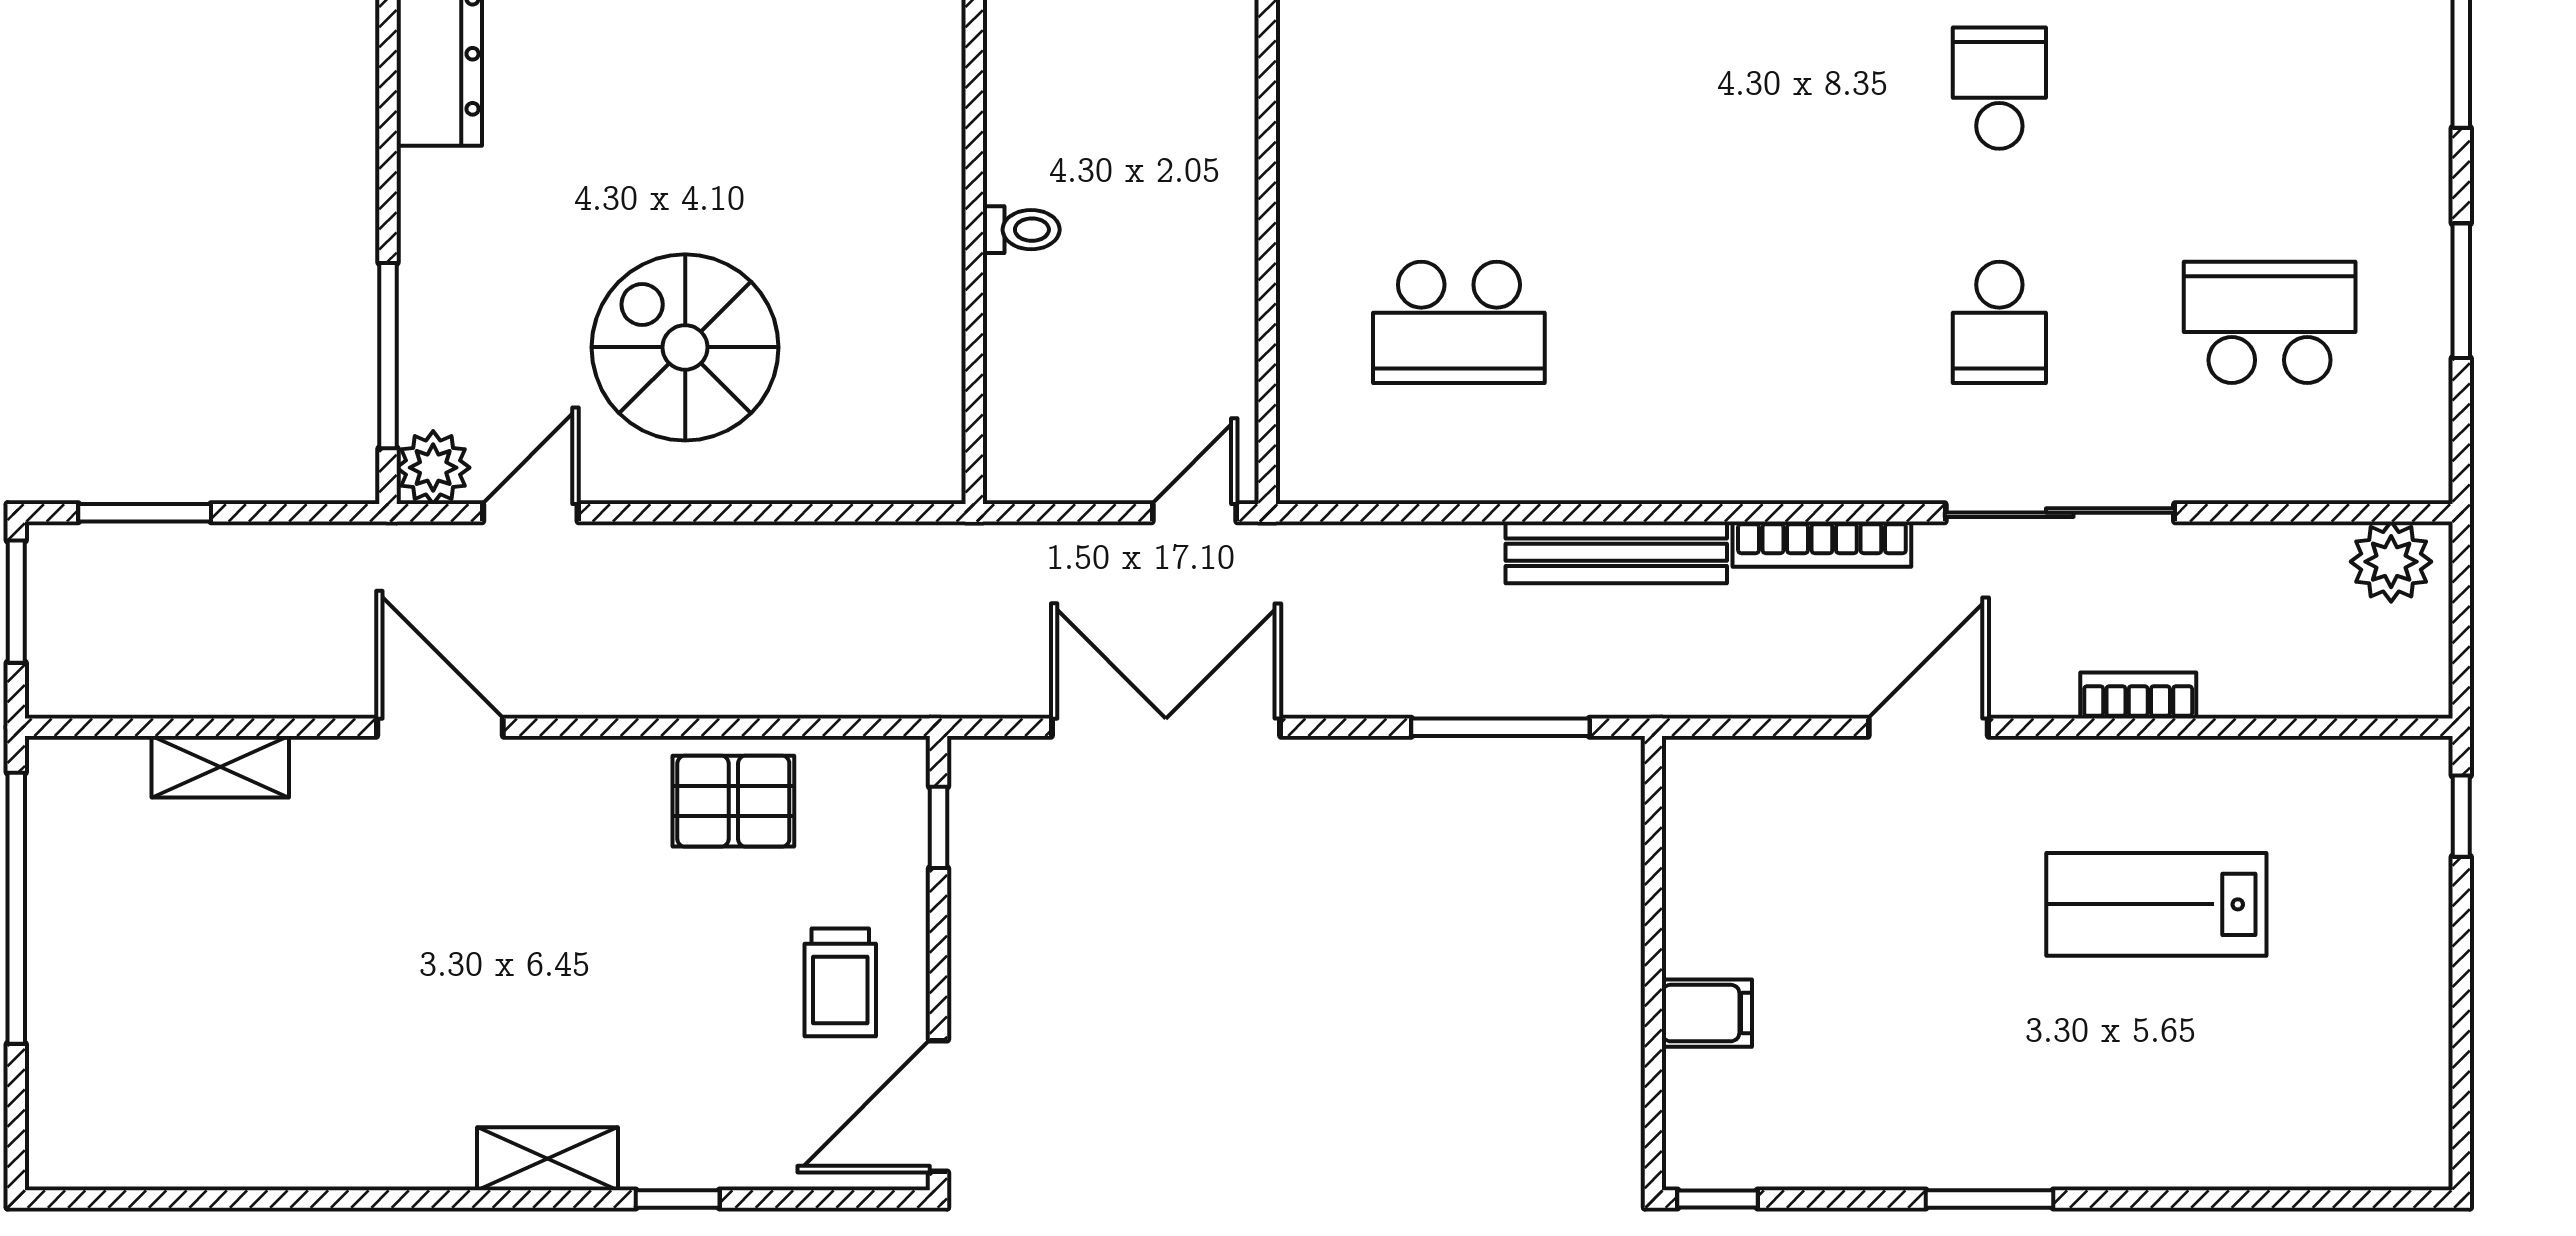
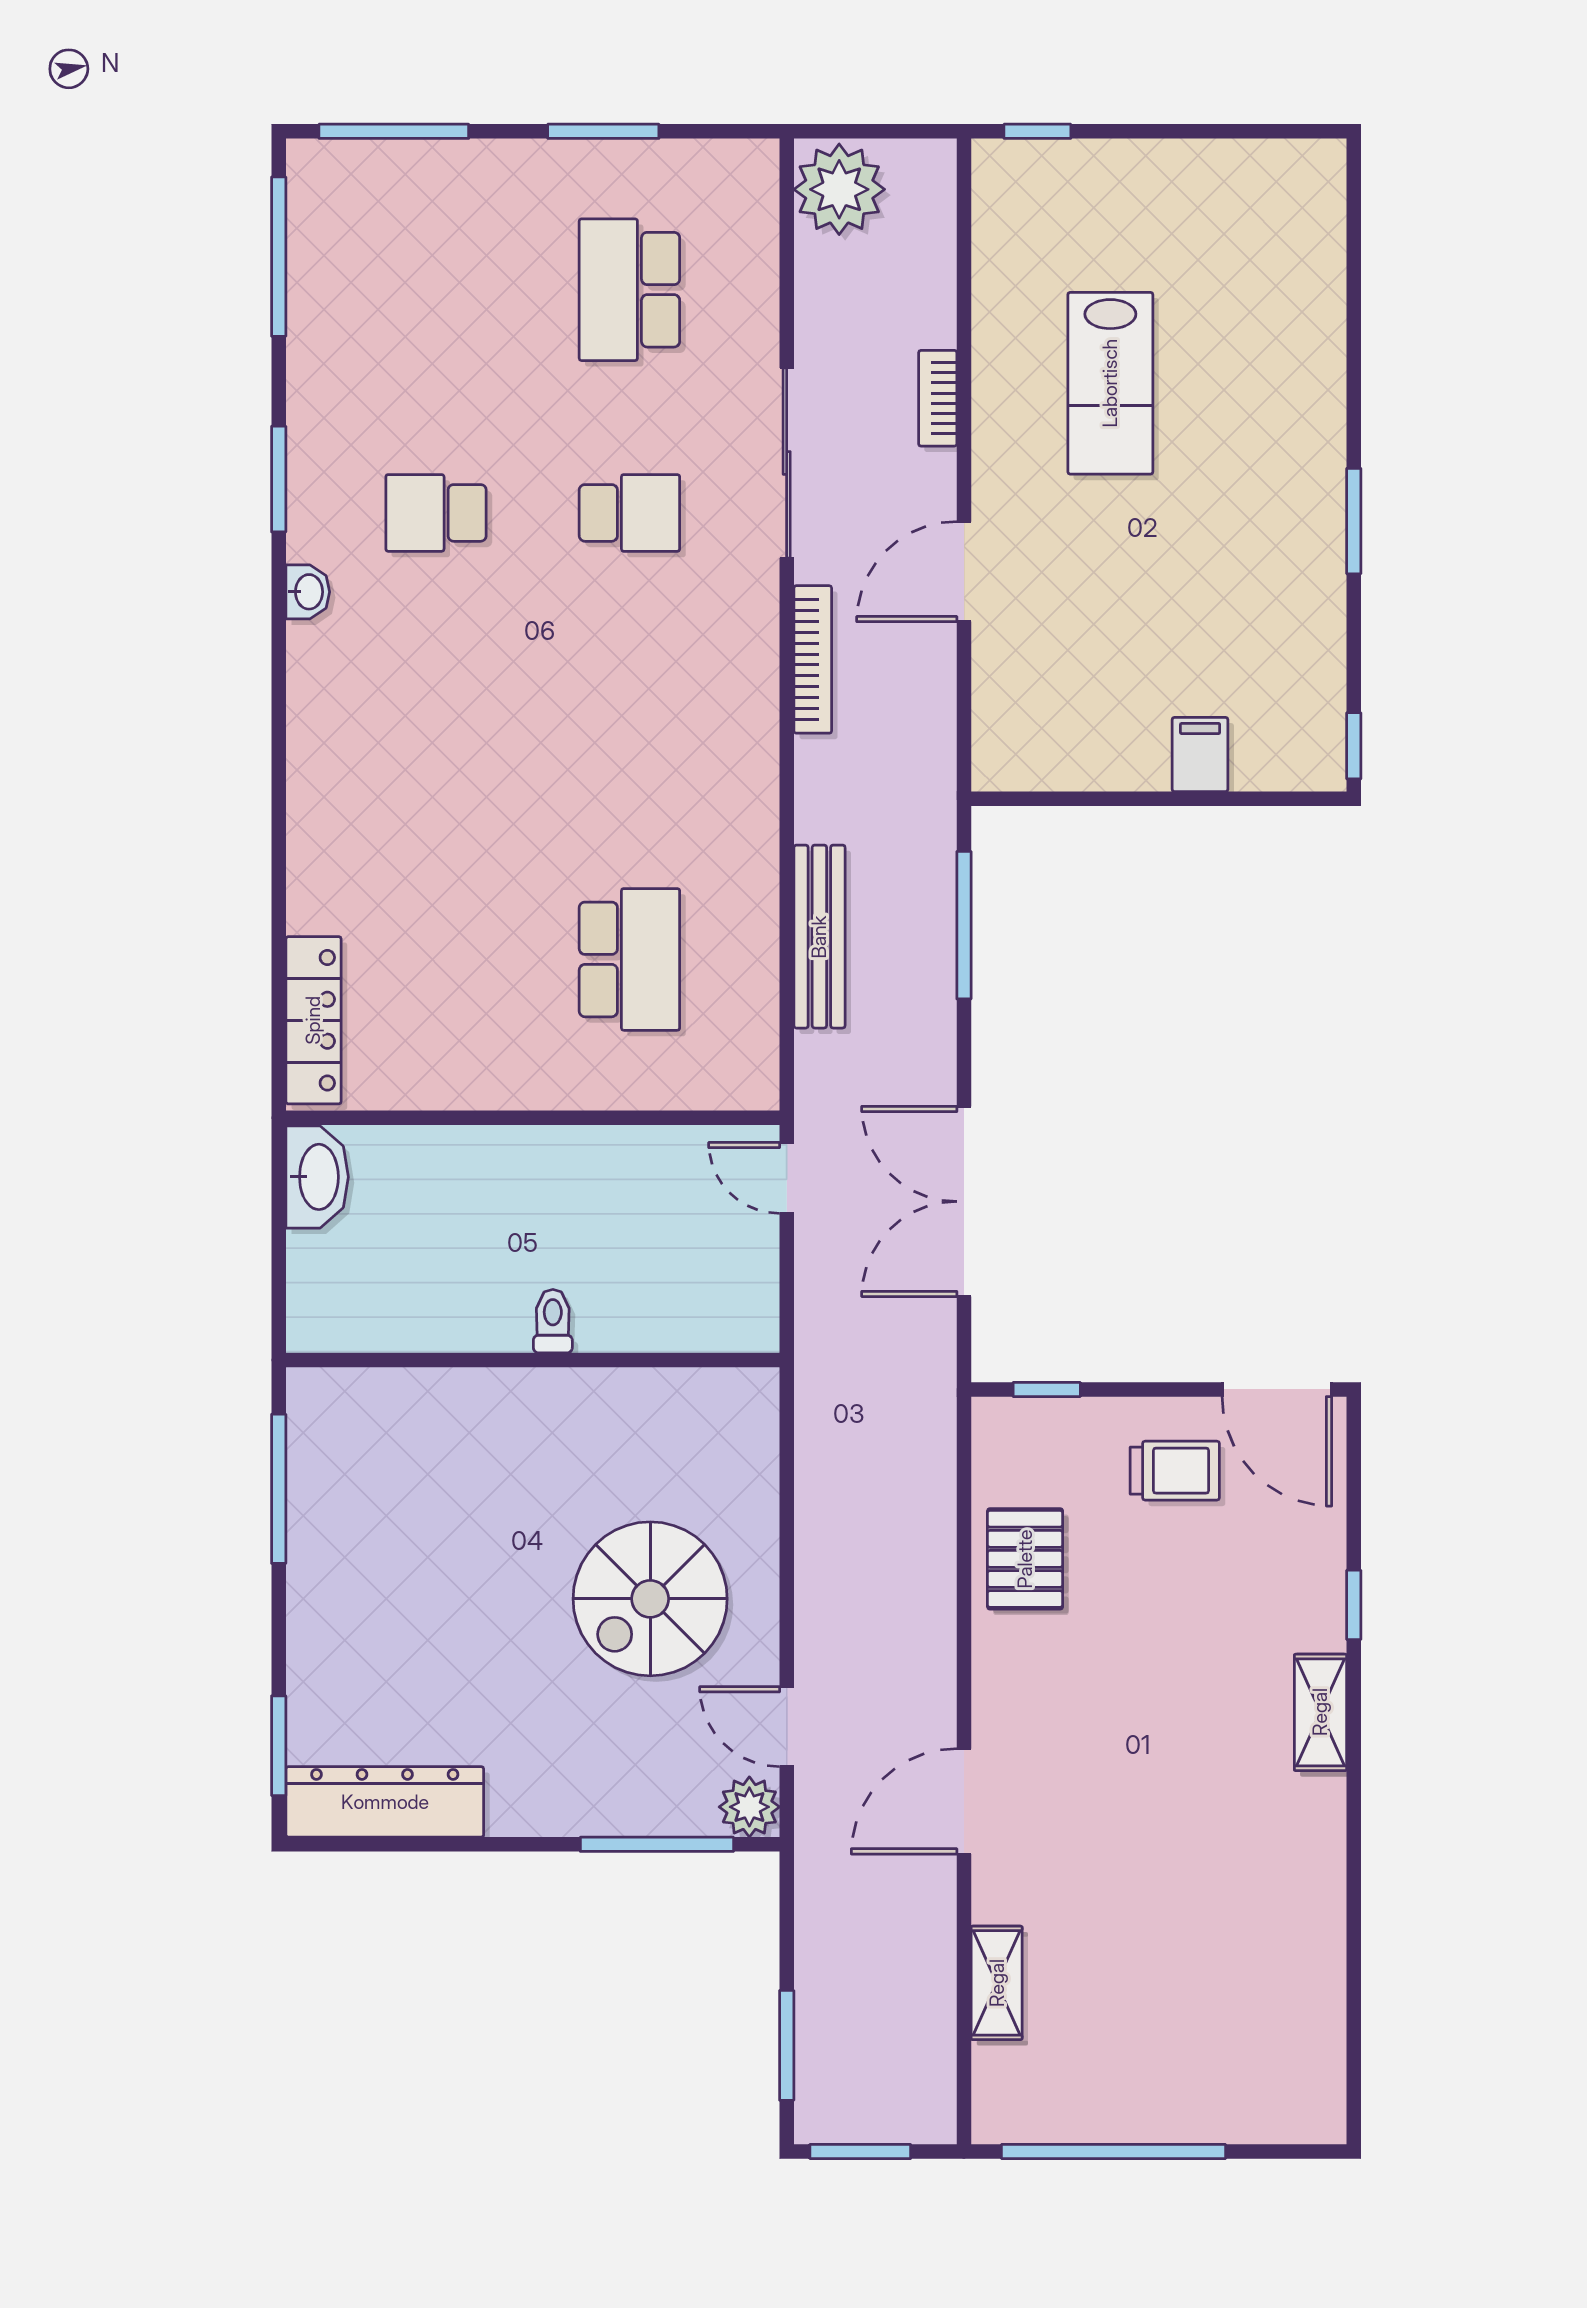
bench: (1616, 552) -> (819, 937), moved
plant: (2391, 562) -> (839, 189), width x1.36, depth x1.36
door: (1928, 727) -> (964, 572), hinge flipped

